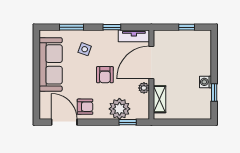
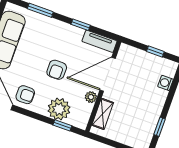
side table: (85, 49) -> (45, 37), removed
washing machine: (205, 82) -> (166, 83), moved

